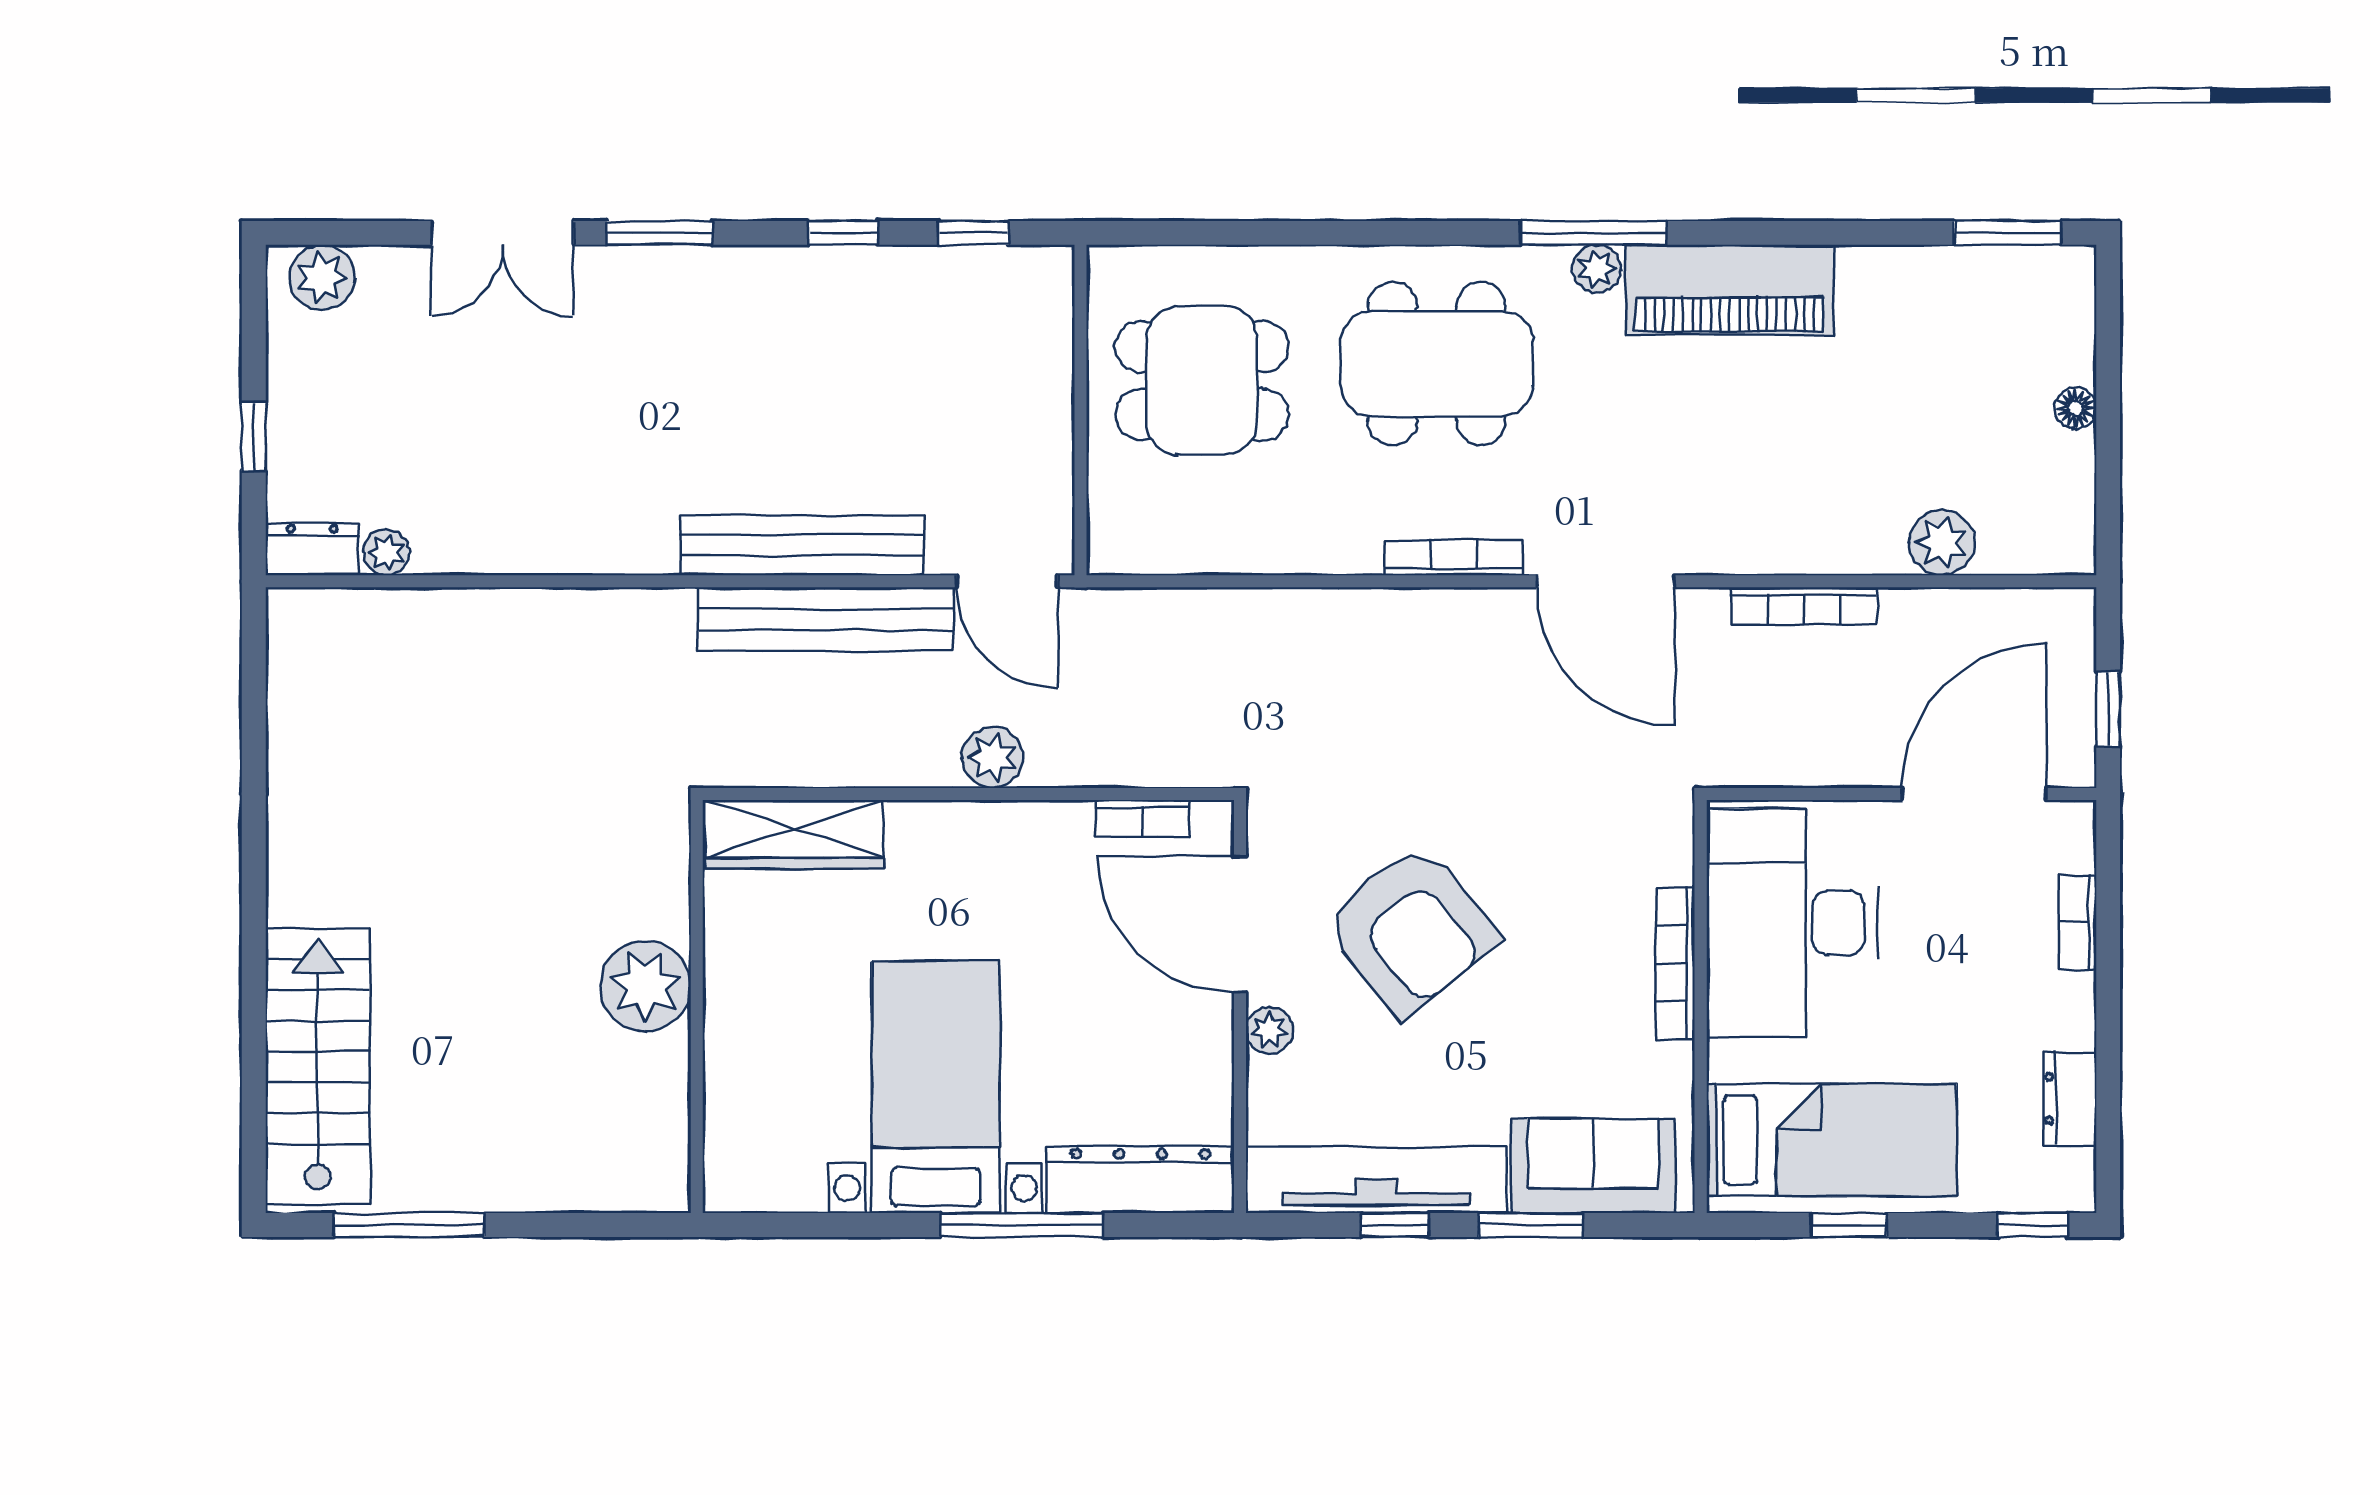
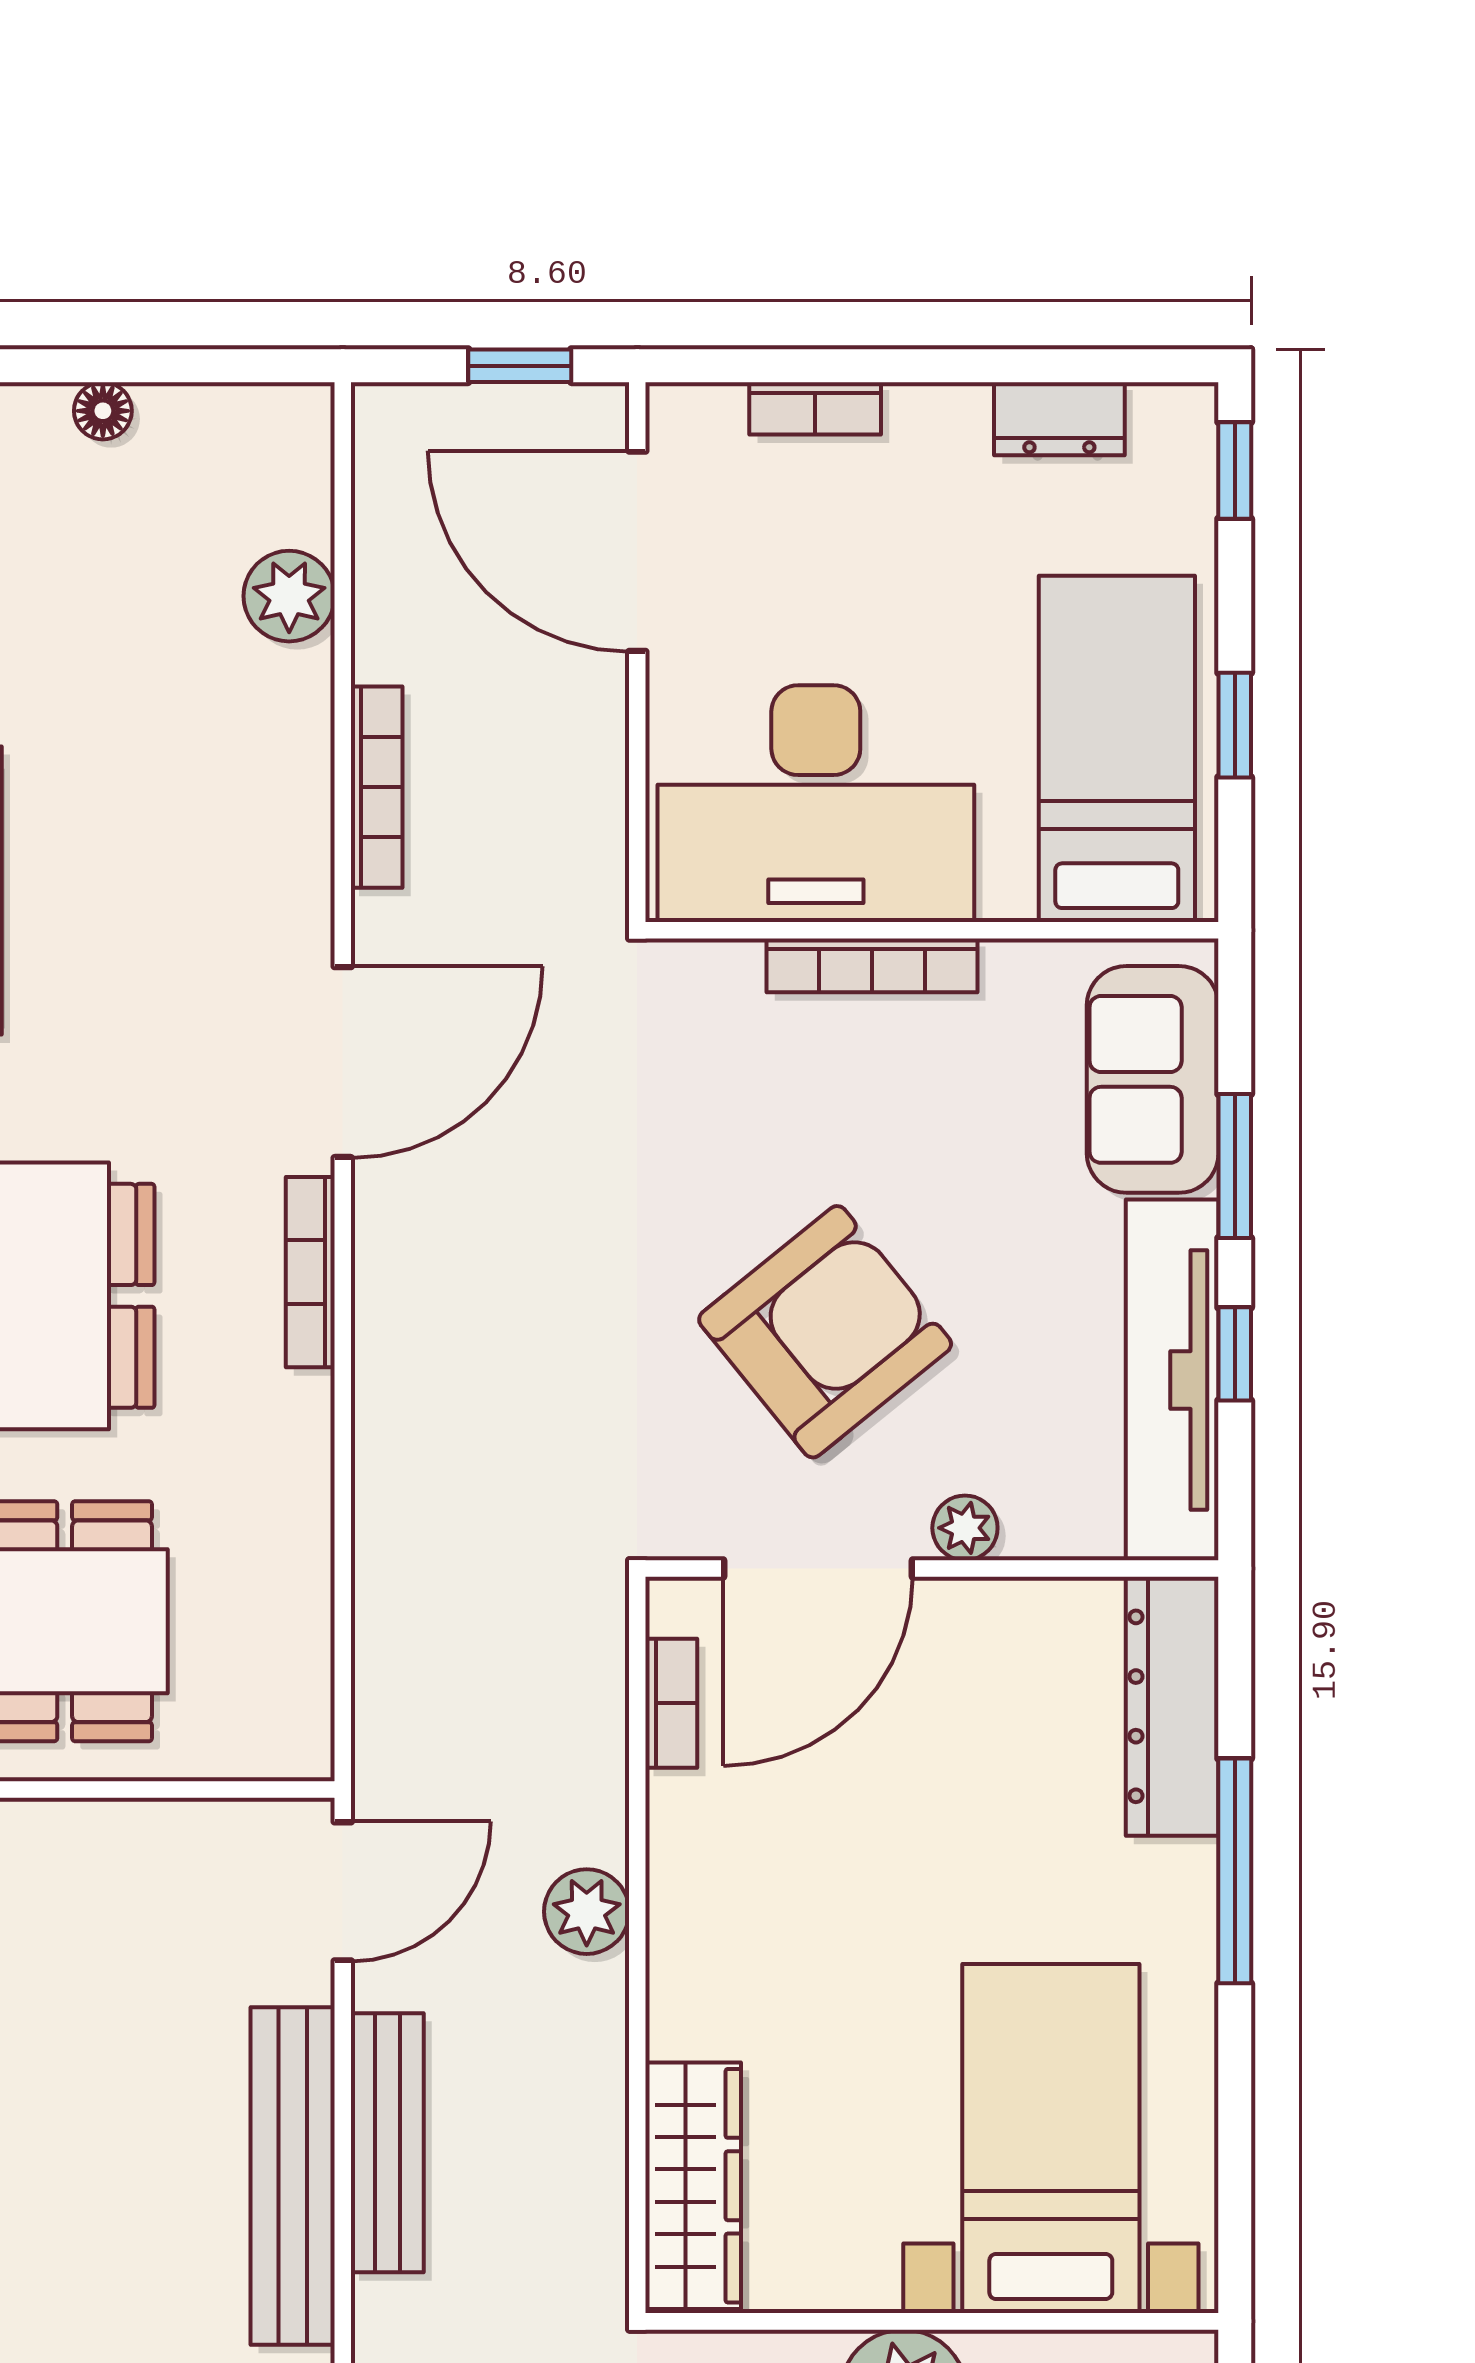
bench: (826, 619) -> (387, 2143), width x0.73, depth x0.82
bed with nightstands: (936, 1087) -> (1051, 2139), moved, turned 90

